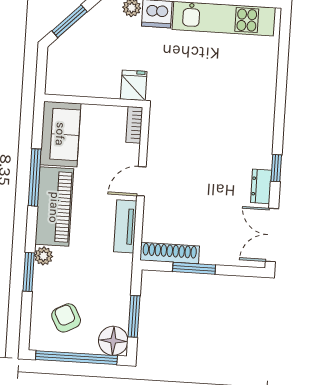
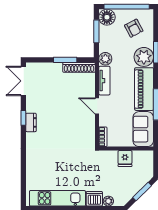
fridge: (134, 85) -> (125, 159), moved
door: (141, 181) -> (97, 106), swing flipped
dresser: (261, 186) -> (31, 122), moved
double door: (272, 235) -> (23, 81), swing flipped
plant: (44, 256) -> (144, 57), width x1.88, depth x1.88
plant: (121, 266) -> (105, 59), added

